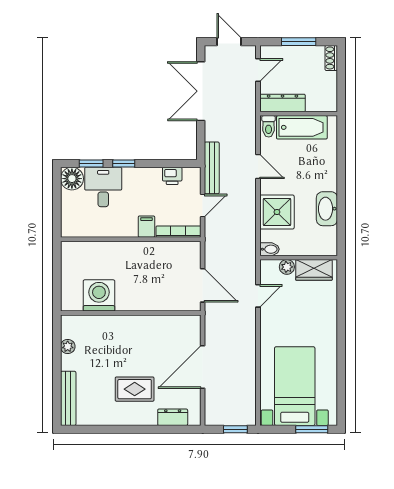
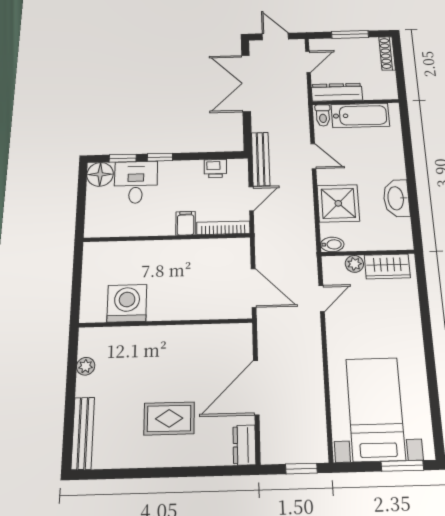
shoe rack: (331, 58) -> (387, 53), width x1.43
dresser: (173, 417) -> (244, 445), moved, turned -90

